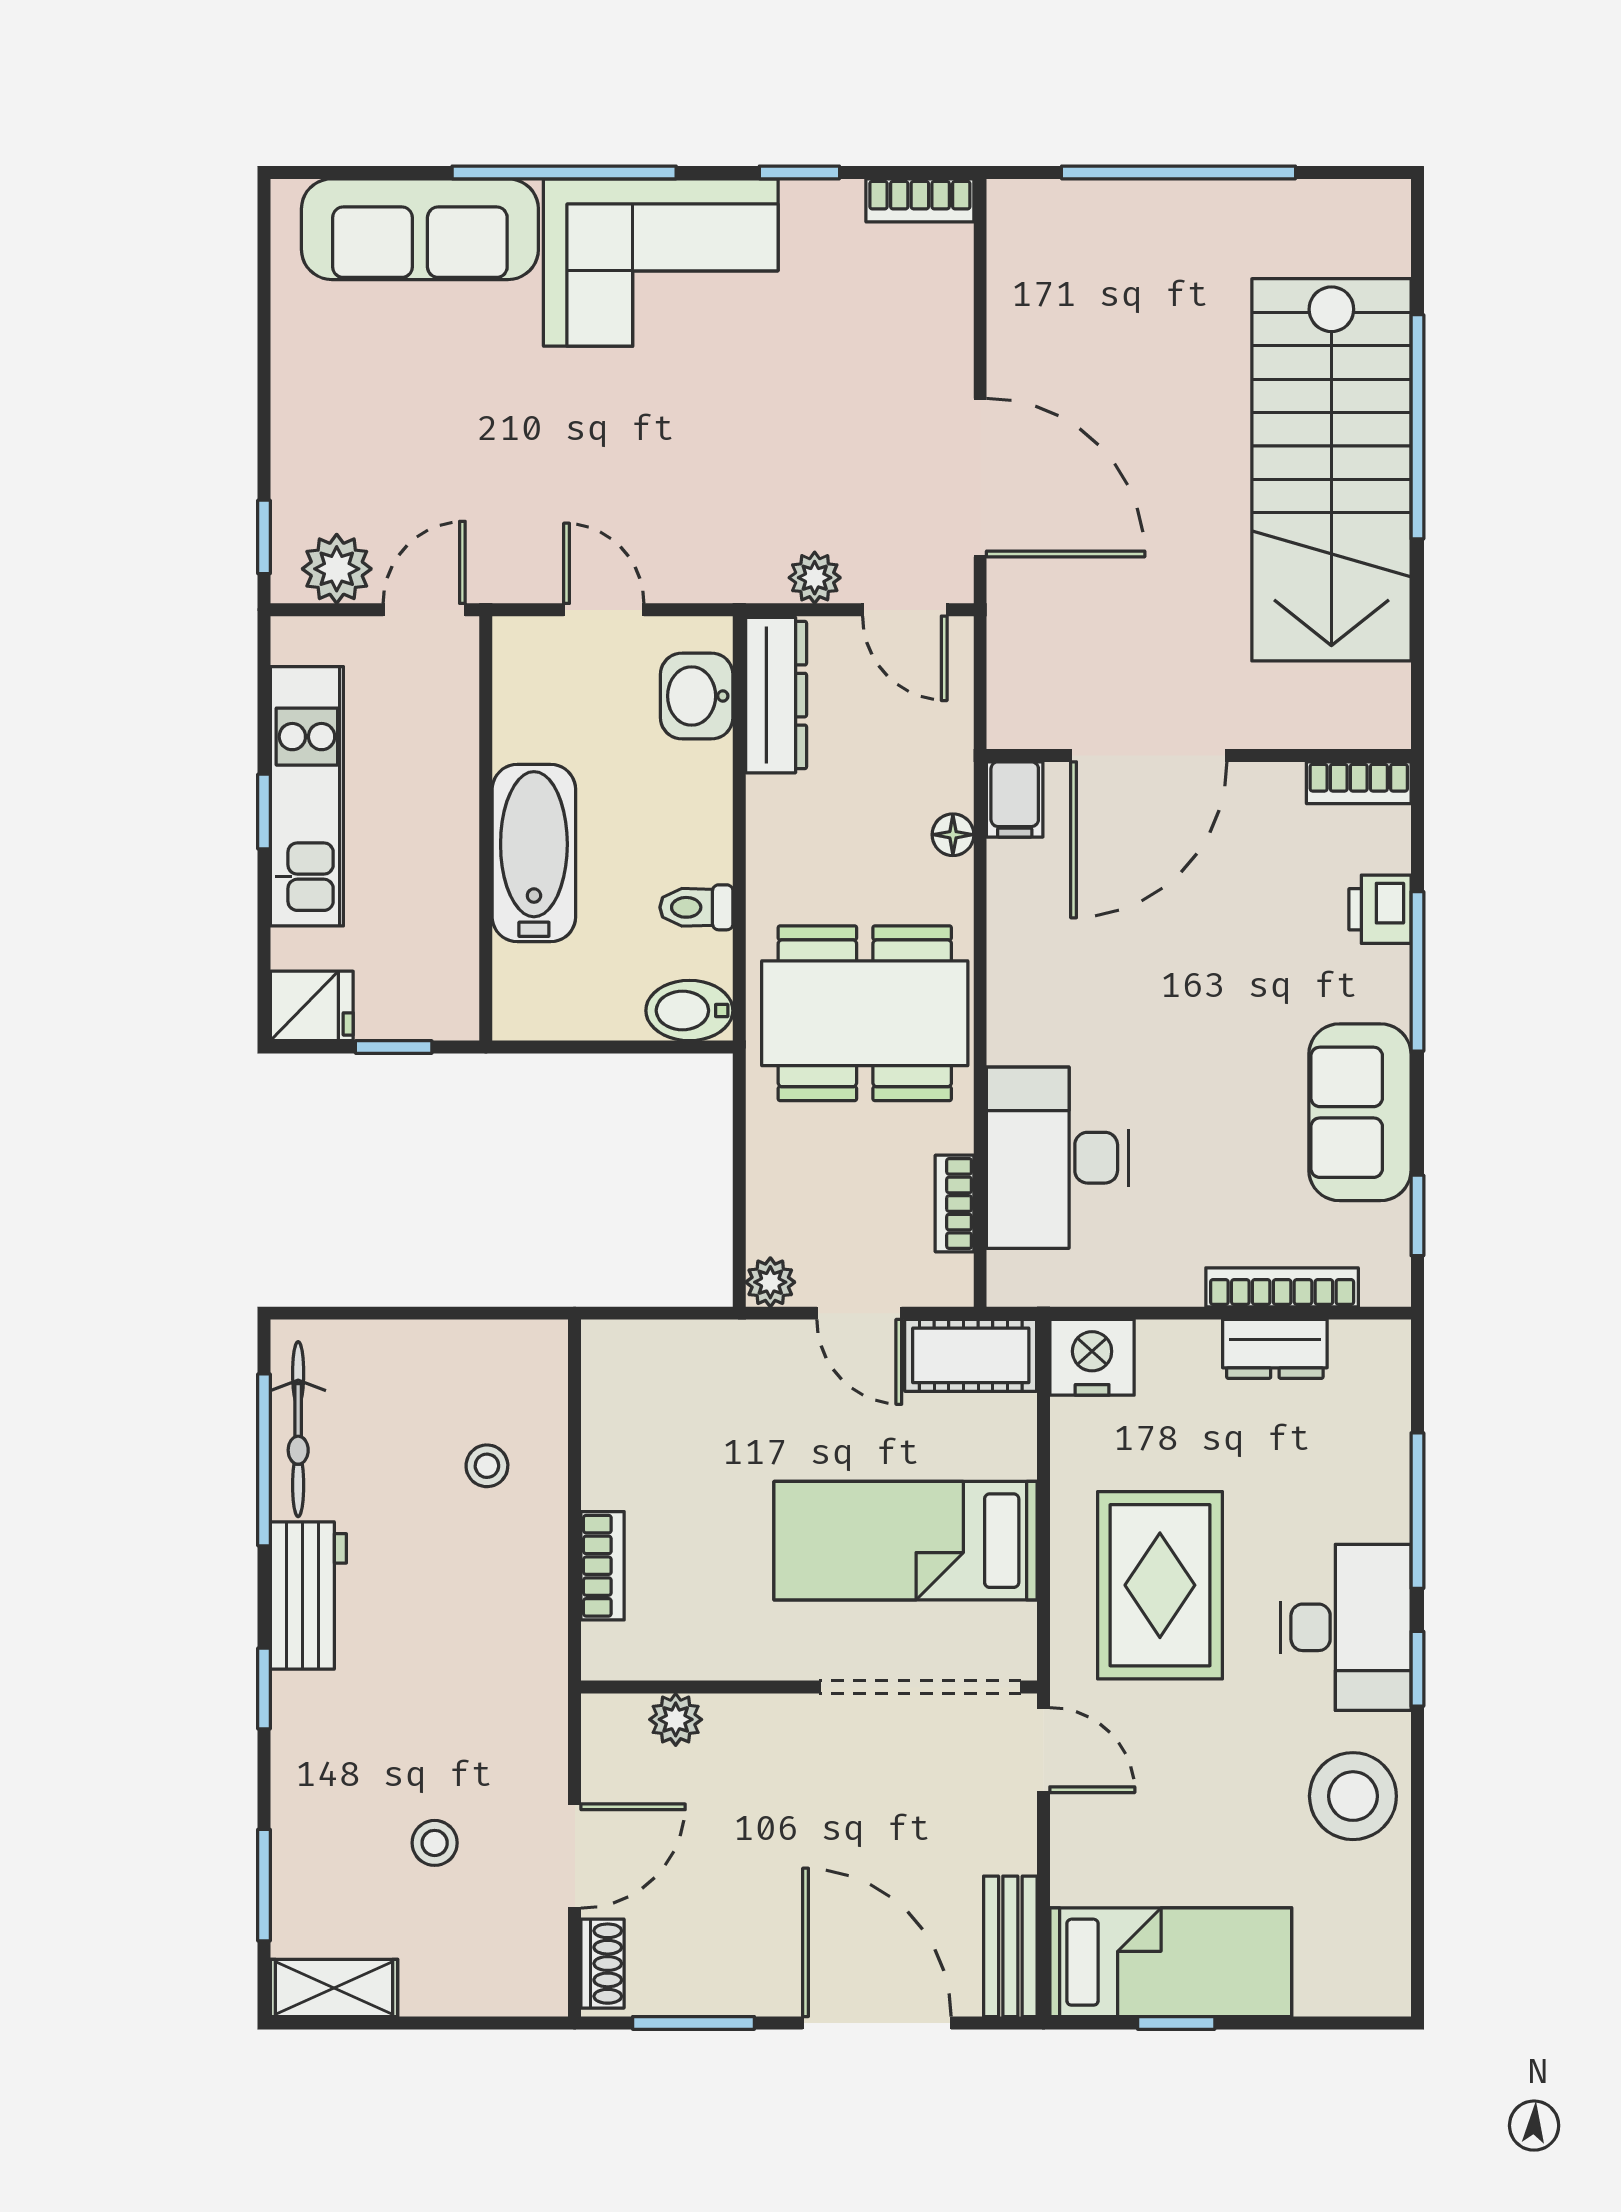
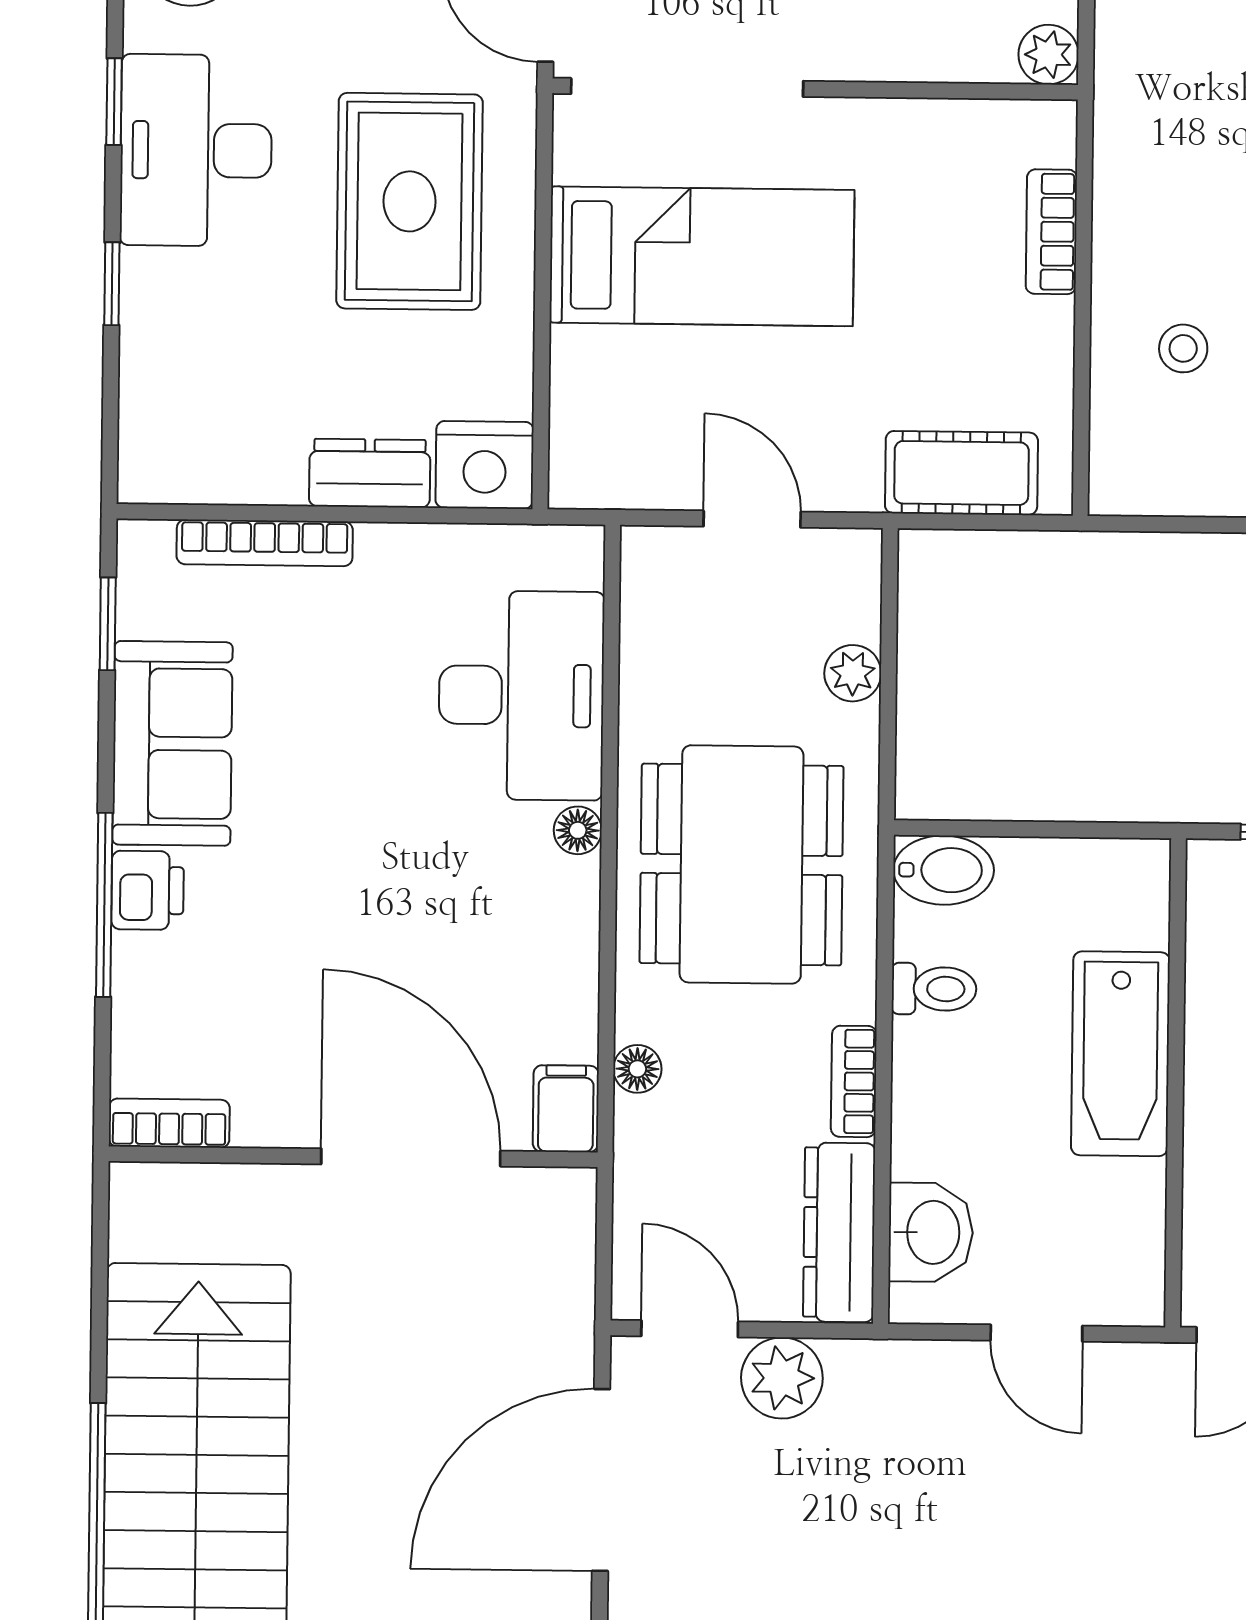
door: (980, 478) -> (601, 1480), hinge flipped
plant: (815, 578) -> (782, 1378), width x1.38, depth x1.38
door: (1149, 755) -> (411, 1157), hinge flipped
printer: (1380, 909) -> (148, 890), moved
dining table: (865, 1013) -> (742, 864), turned 90
floor lamp: (1007, 1041) -> (578, 830), added
bookcase: (954, 1204) -> (854, 1081), moved, turned 180
plant: (770, 1282) -> (853, 673), moved
dresser: (1275, 1349) -> (370, 473), moved
cot: (971, 1355) -> (961, 473), moved
window: (1417, 1511) -> (112, 284), width x0.46
plant: (676, 1719) -> (1049, 55), moved

